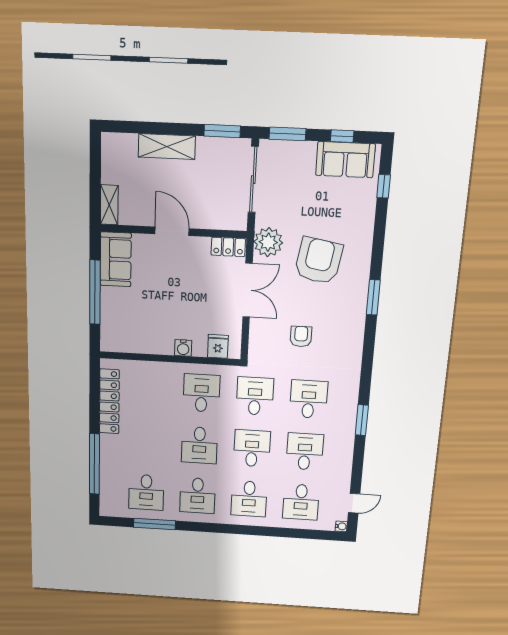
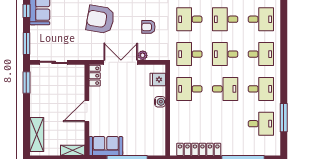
shelving: (167, 146) -> (37, 135), moved
sliding door: (253, 180) -> (54, 62), width x0.73
plant: (268, 242) -> (143, 55), moved, width x0.53, depth x0.53

